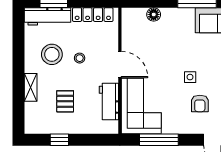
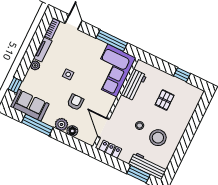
locker: (93, 15) -> (110, 149), width x0.66
plant: (170, 16) -> (61, 124), added
door: (120, 65) -> (103, 128), moved
shelving: (31, 87) -> (184, 122), removed
armchair: (200, 103) -> (75, 102), moved

